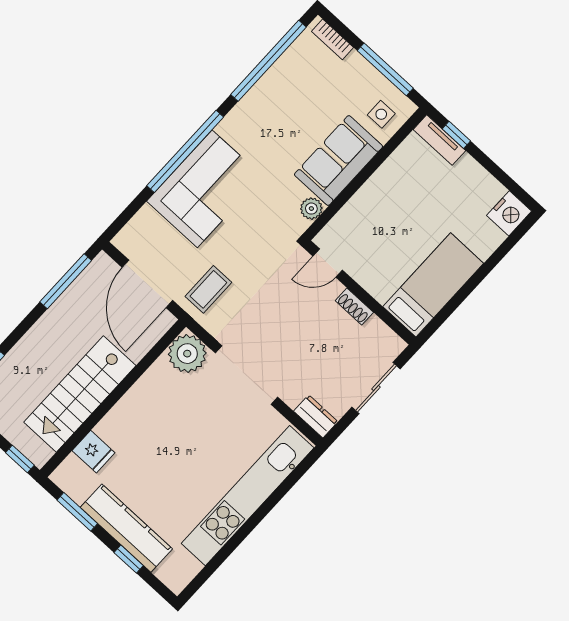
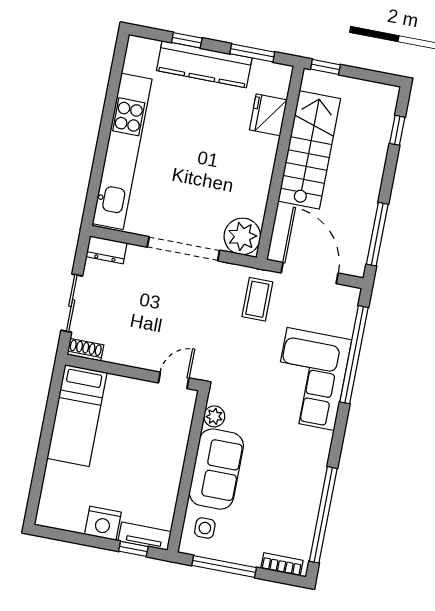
window: (185, 151) -> (354, 355), moved
nightstand: (509, 213) -> (103, 523), moved, turned -90
shoe rack: (354, 307) -> (85, 350), moved
fridge: (93, 452) -> (268, 115), width x1.38

